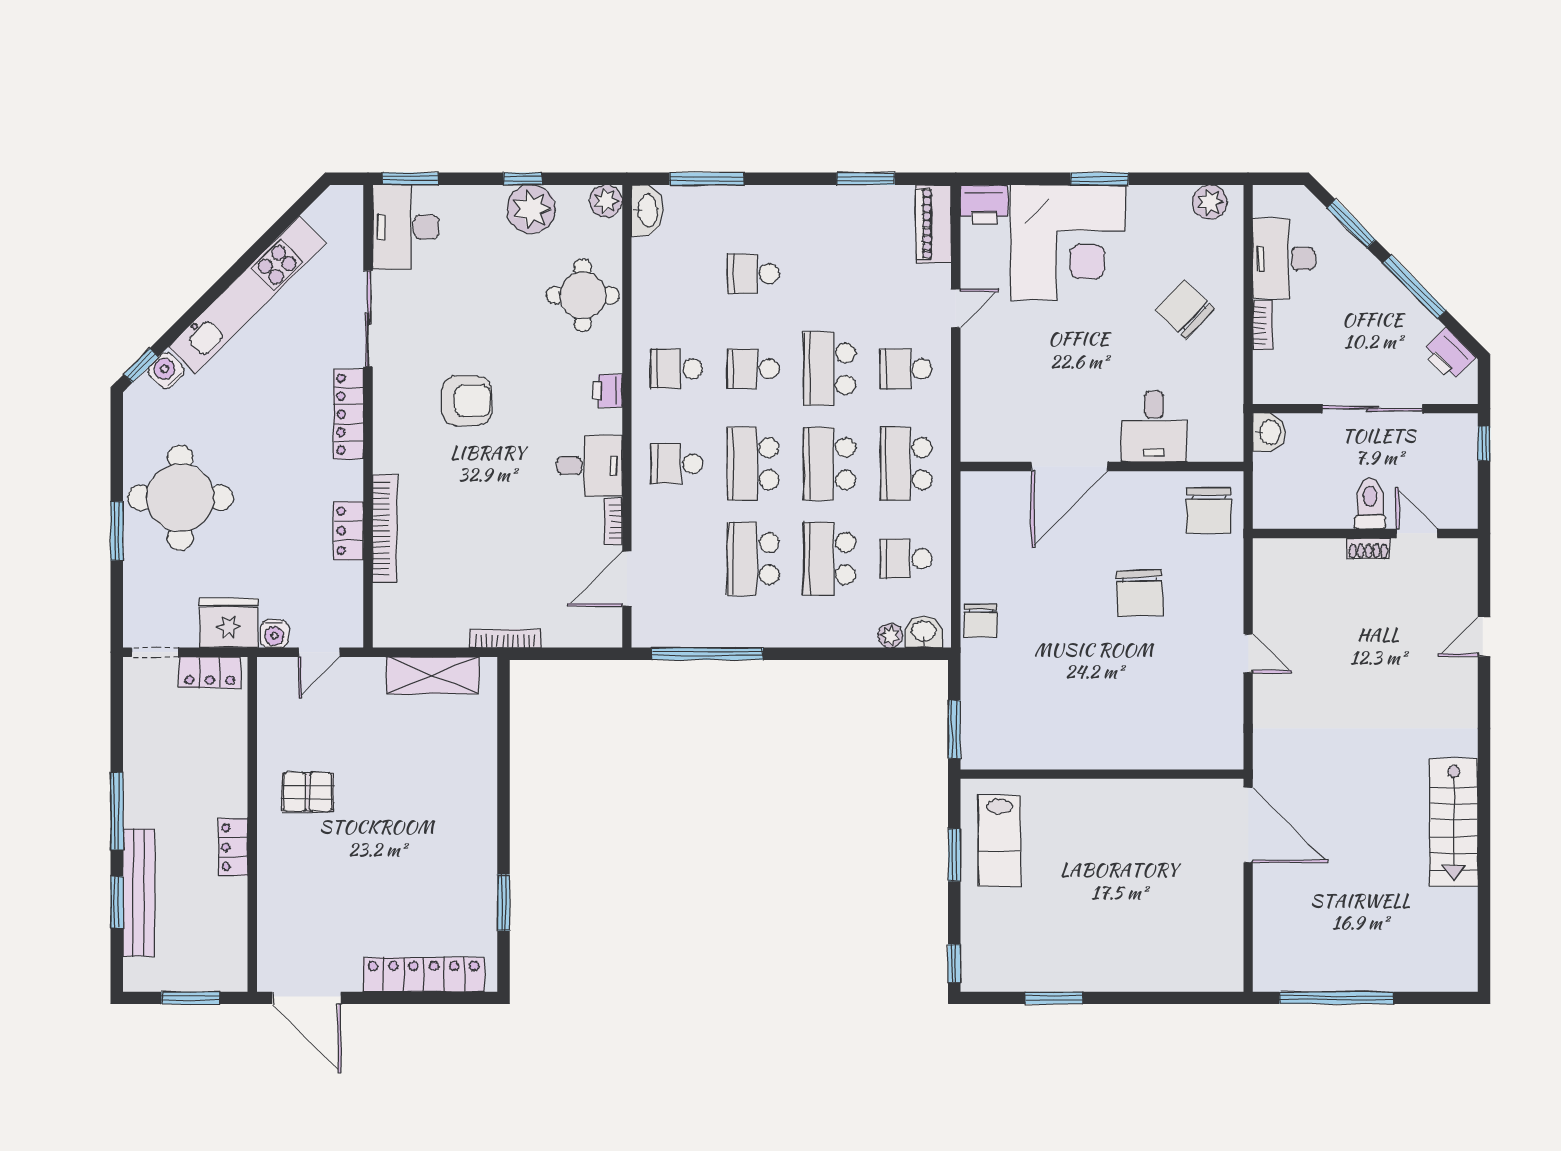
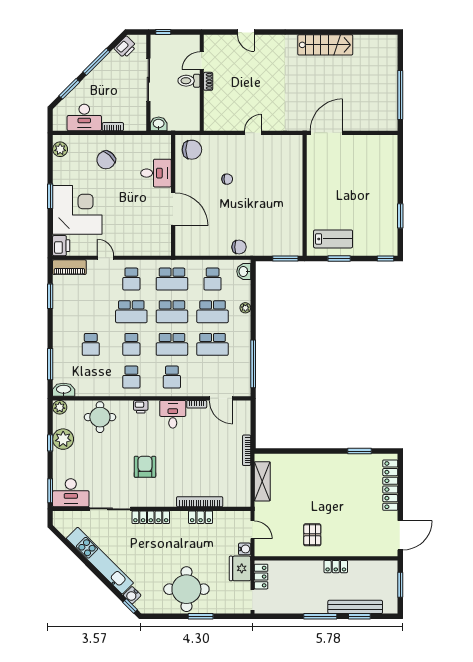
chair: (1140, 593) -> (227, 179), width x0.54, depth x0.54
plant: (890, 635) -> (245, 308), moved

